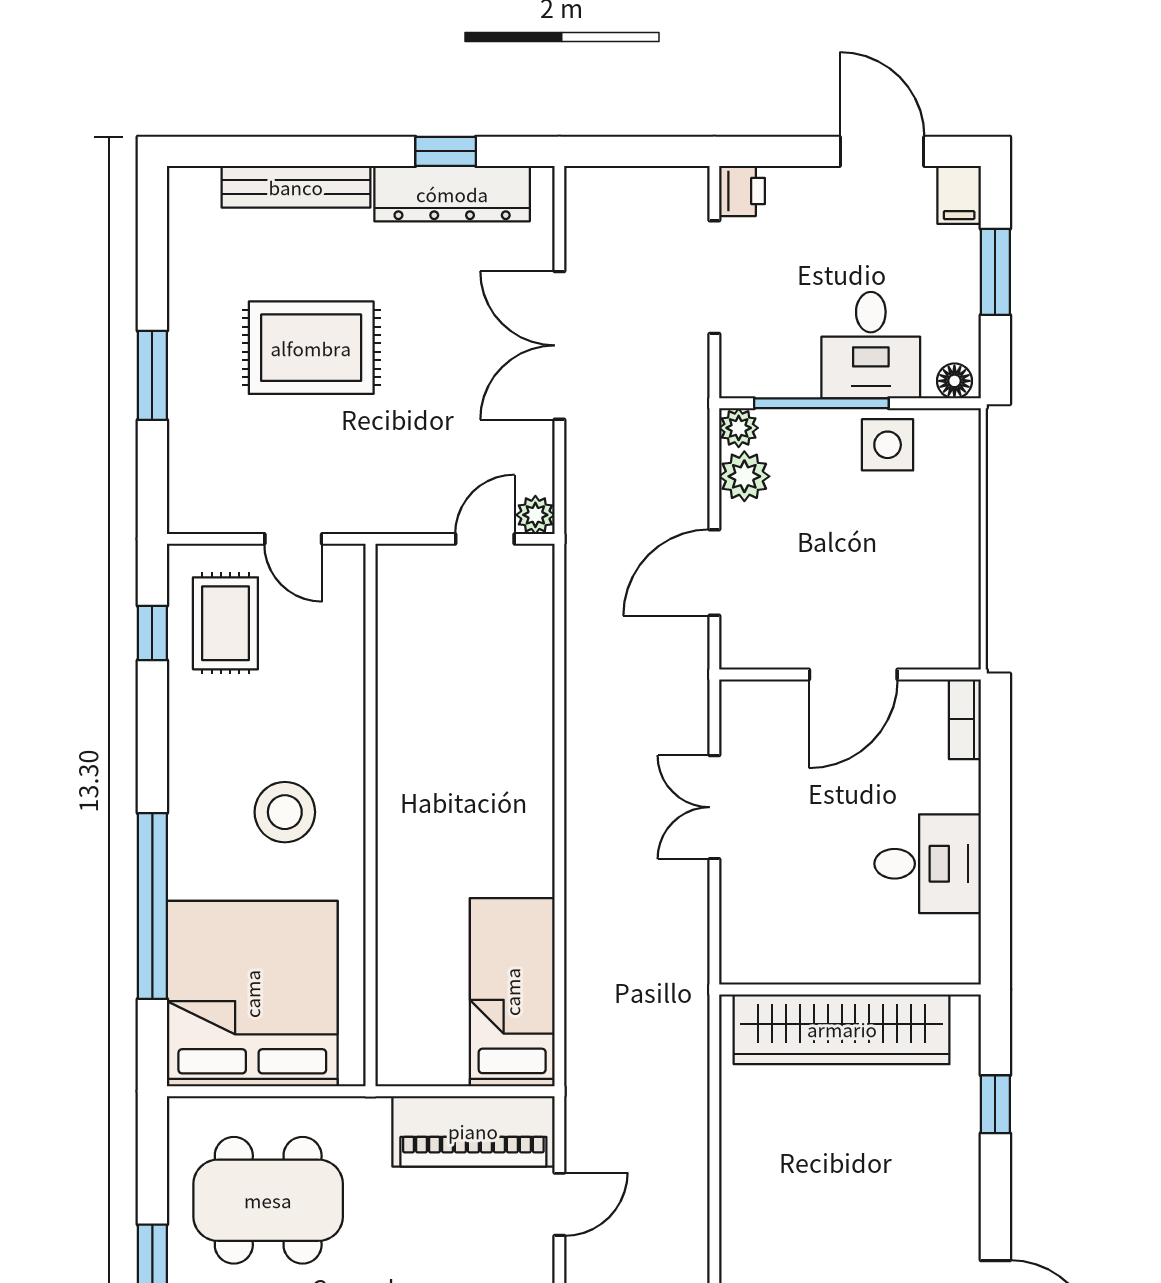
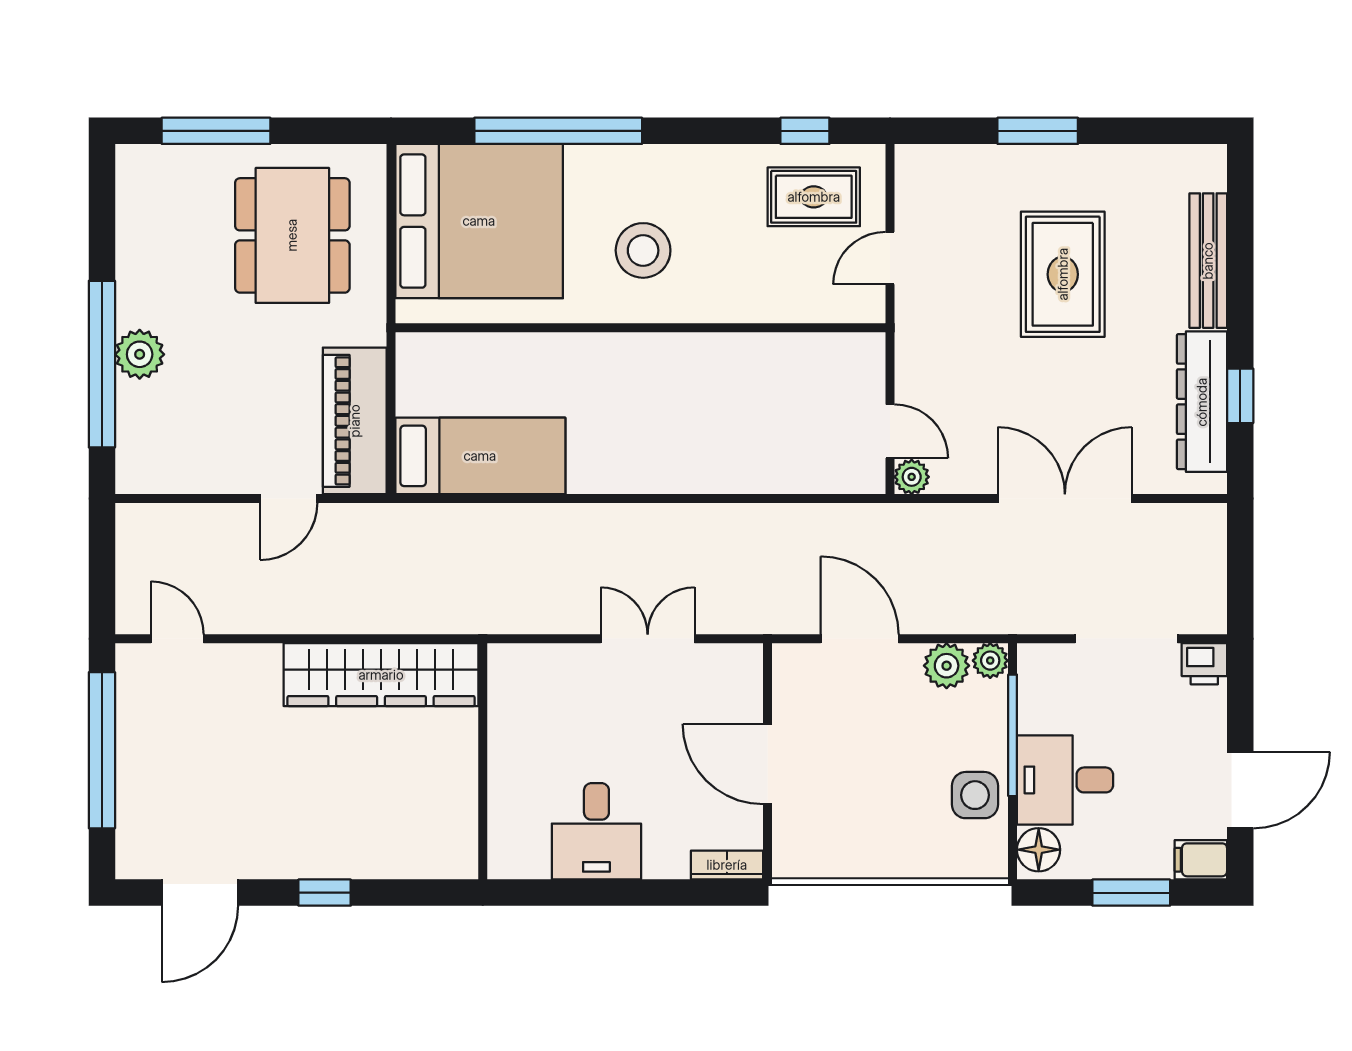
floor lamp: (954, 381) -> (1039, 850), width x1.37, depth x1.37
wardrobe: (842, 1029) -> (381, 675), moved, turned -90
window: (995, 1104) -> (325, 893), moved
door: (559, 1204) -> (289, 499), hinge flipped

